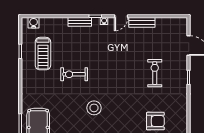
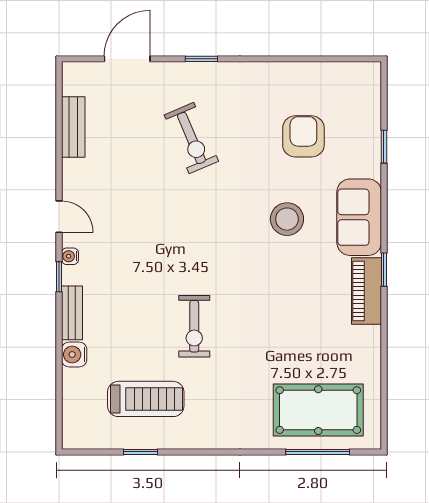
bench: (142, 22) -> (73, 127), moved
water cooler: (34, 23) -> (74, 355), moved
exercise bike: (155, 73) -> (191, 138), turned -113
stool: (94, 108) -> (287, 219), moved

